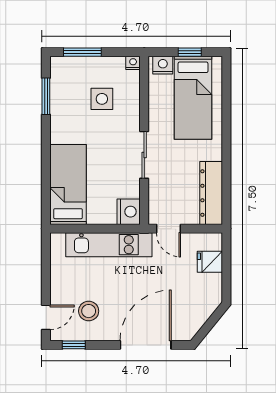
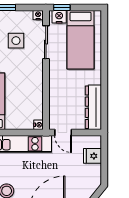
window: (190, 52) -> (62, 7), moved
sliding door: (144, 155) -> (46, 42), moved
nightstand: (129, 212) -> (39, 125), width x0.53, depth x0.56

